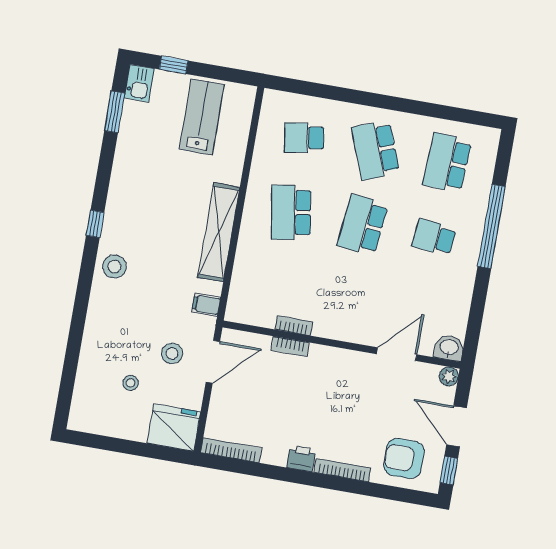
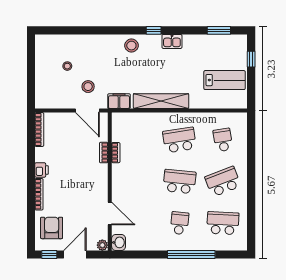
kitchen sink: (139, 83) -> (172, 41), moved
filing cabinet: (206, 305) -> (119, 101), width x2.00
fridge: (174, 428) -> (46, 95), removed

